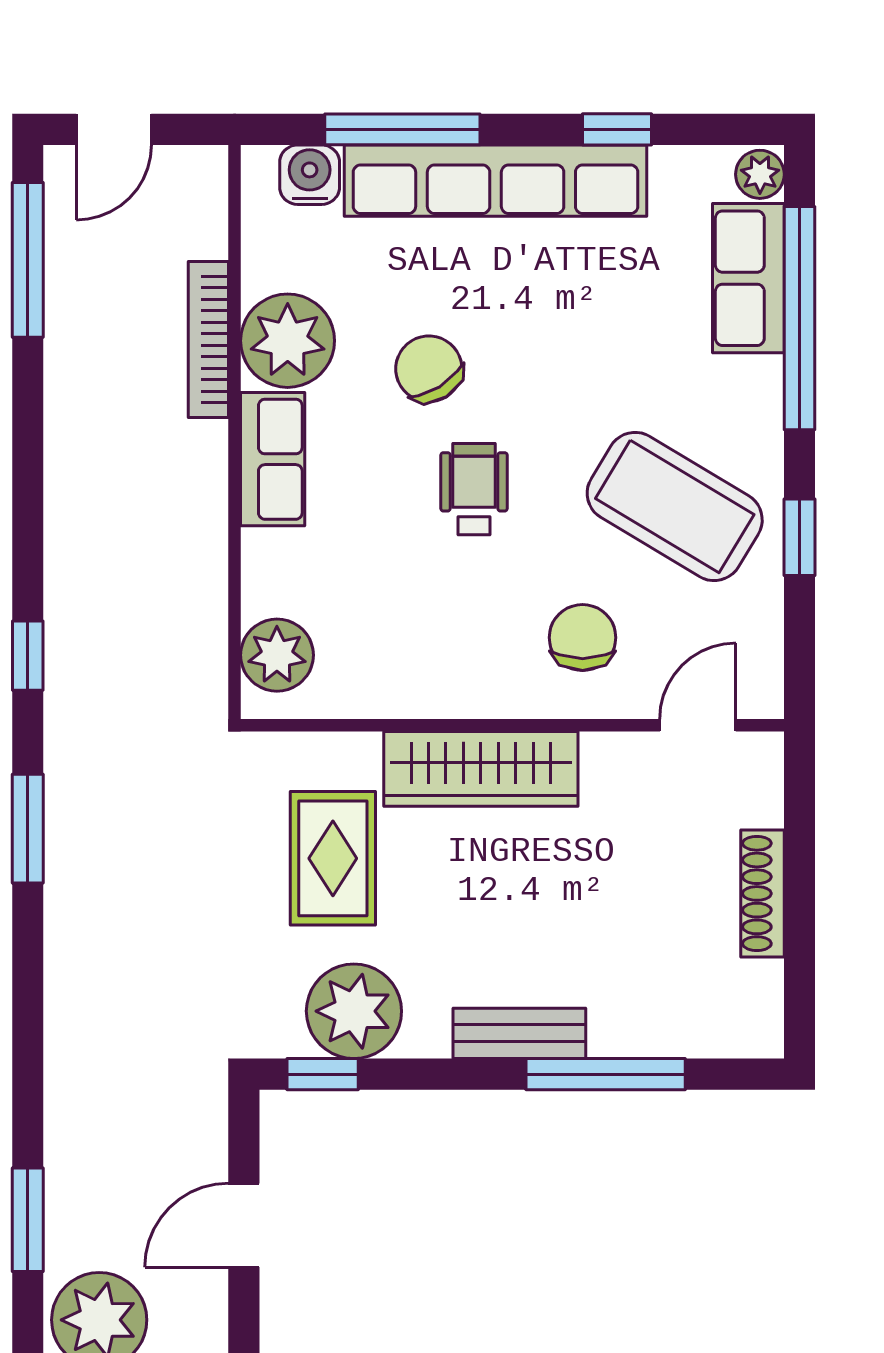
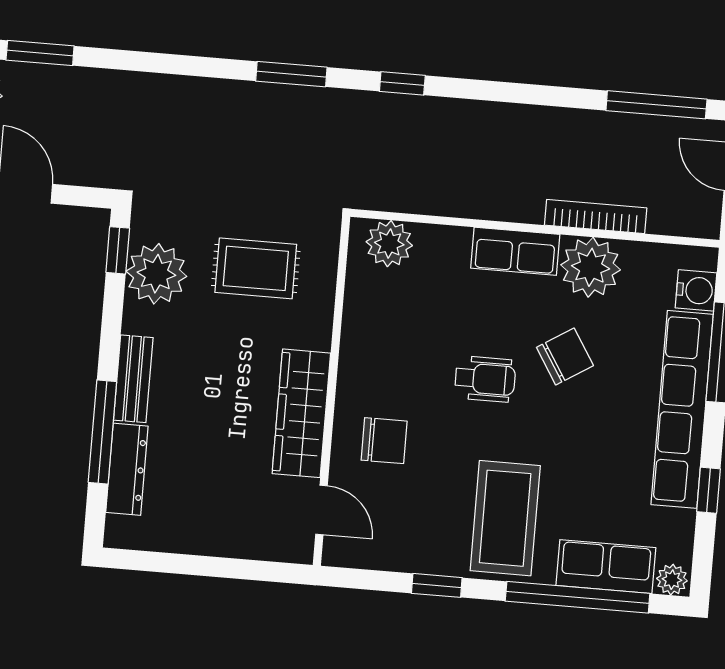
coffee table: (675, 506) -> (505, 518), moved, turned -31
wardrobe: (481, 769) -> (301, 413), moved
shoe rack: (762, 893) -> (210, 542), removed
dresser: (660, 1032) -> (127, 469), added

